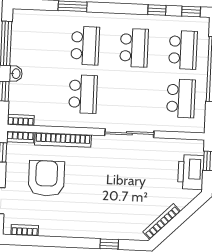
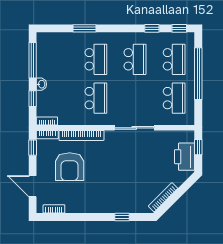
armchair: (46, 178) -> (70, 167), turned 180

